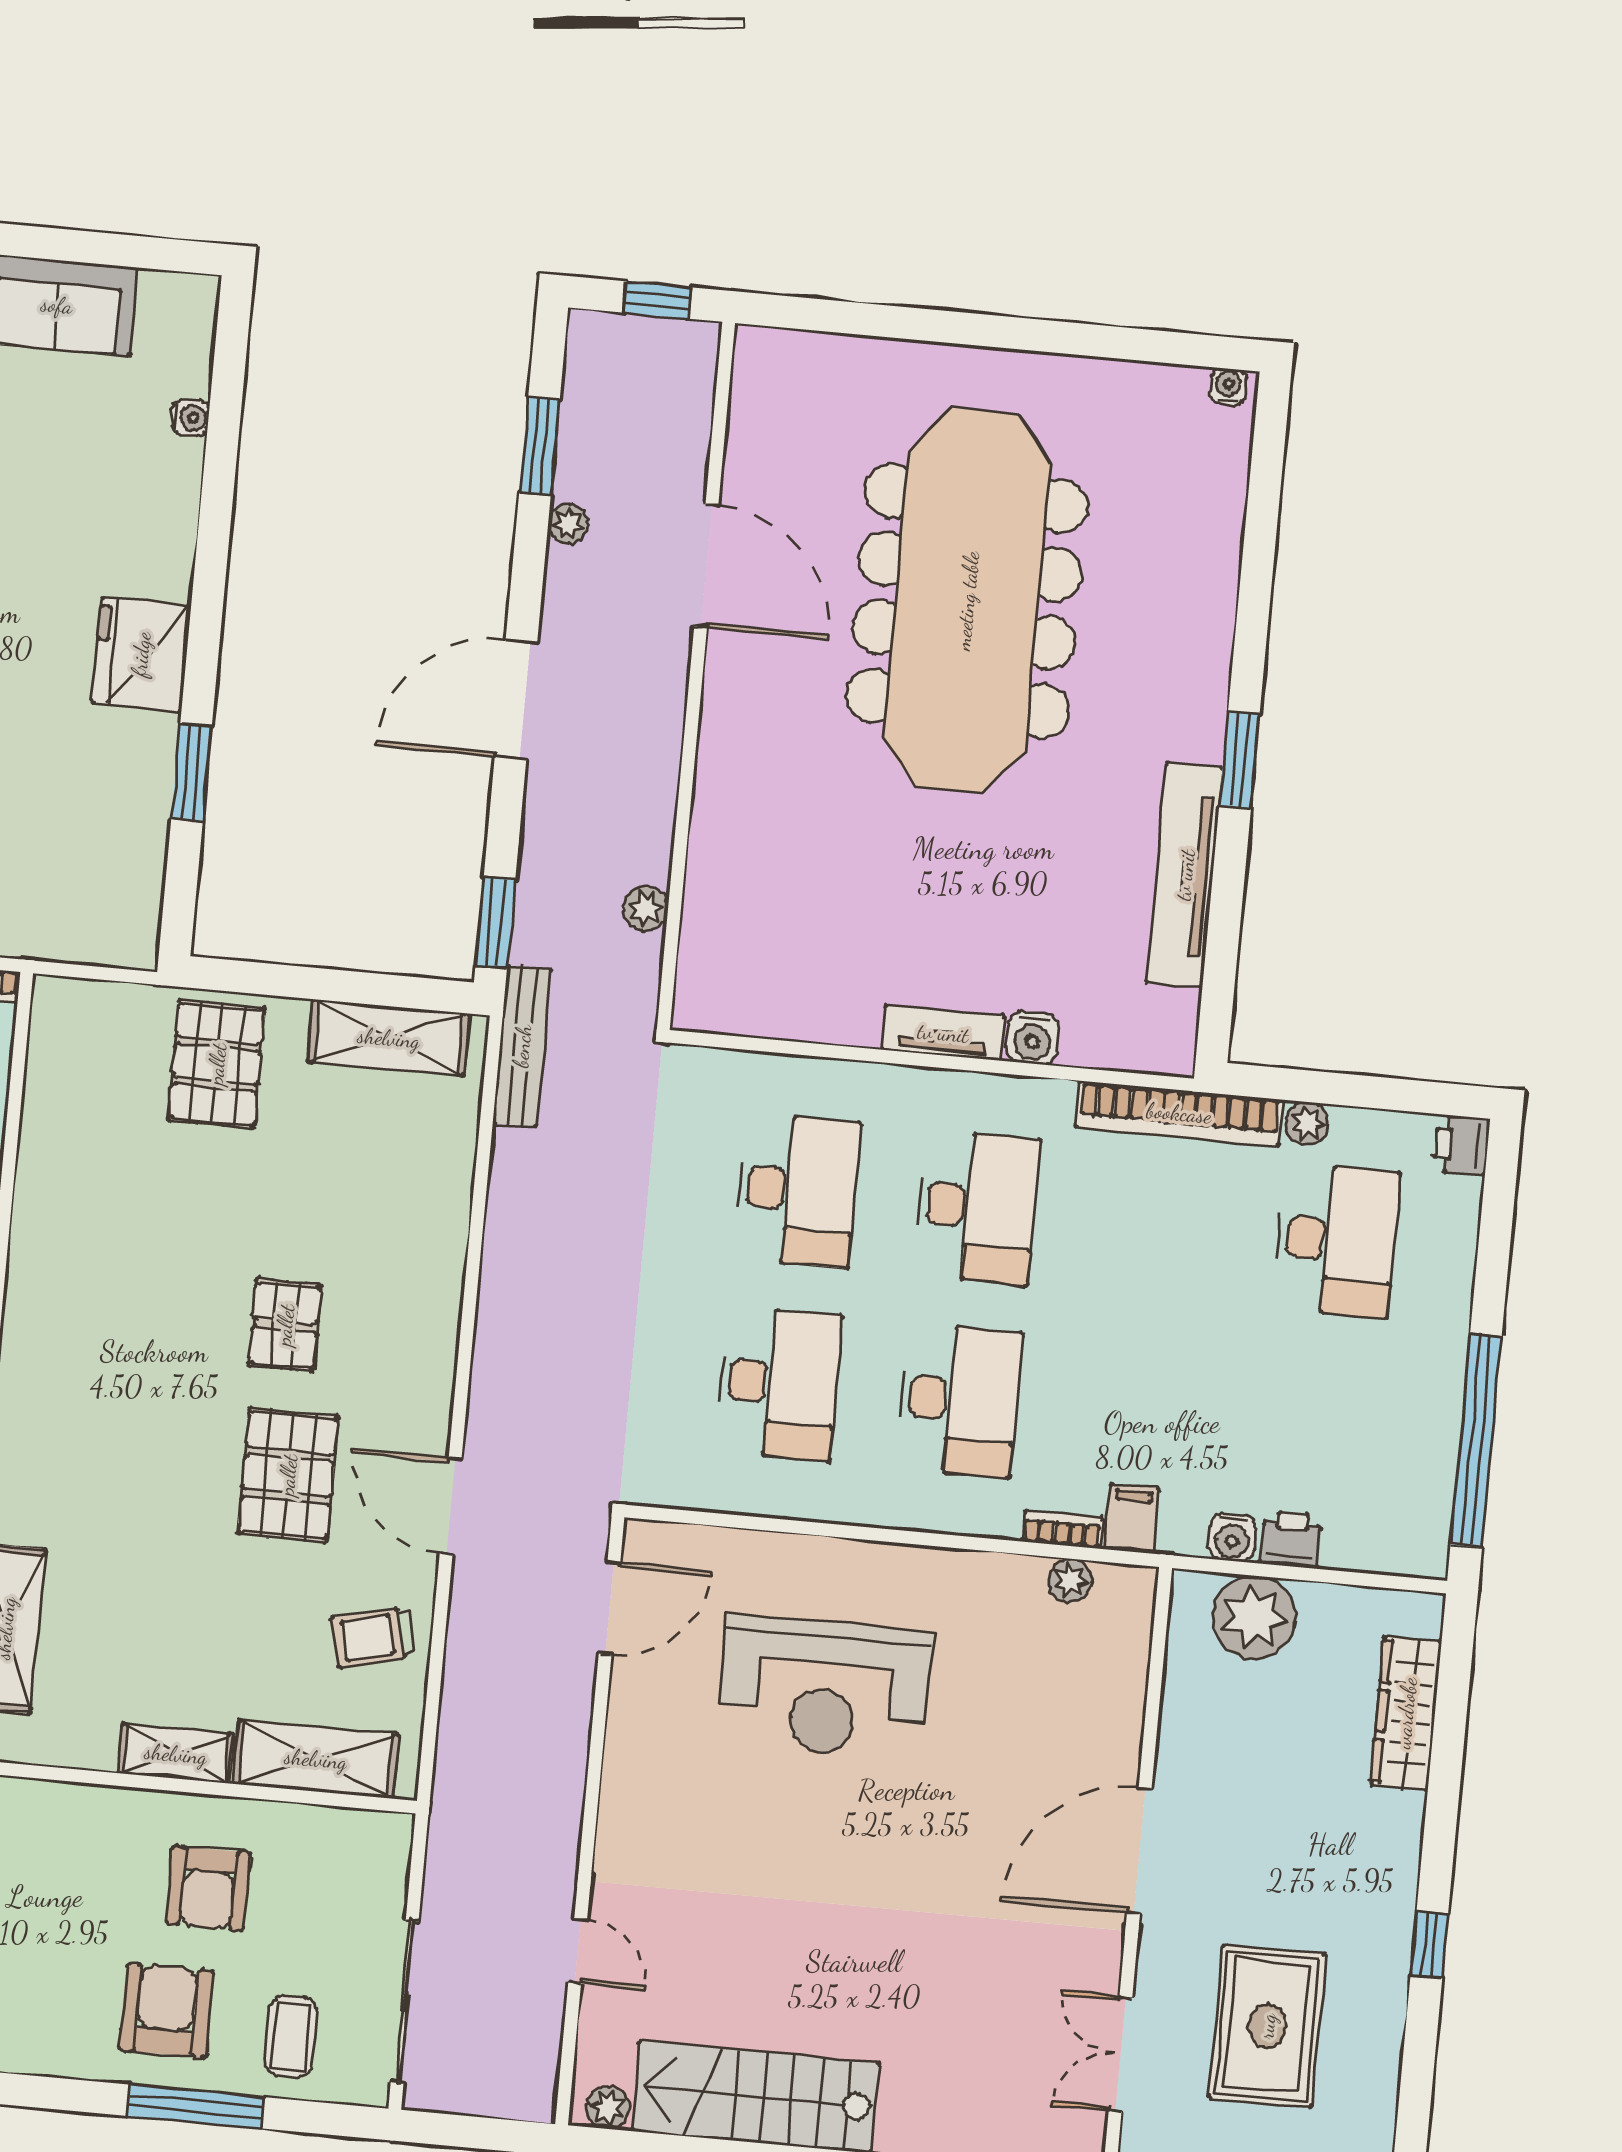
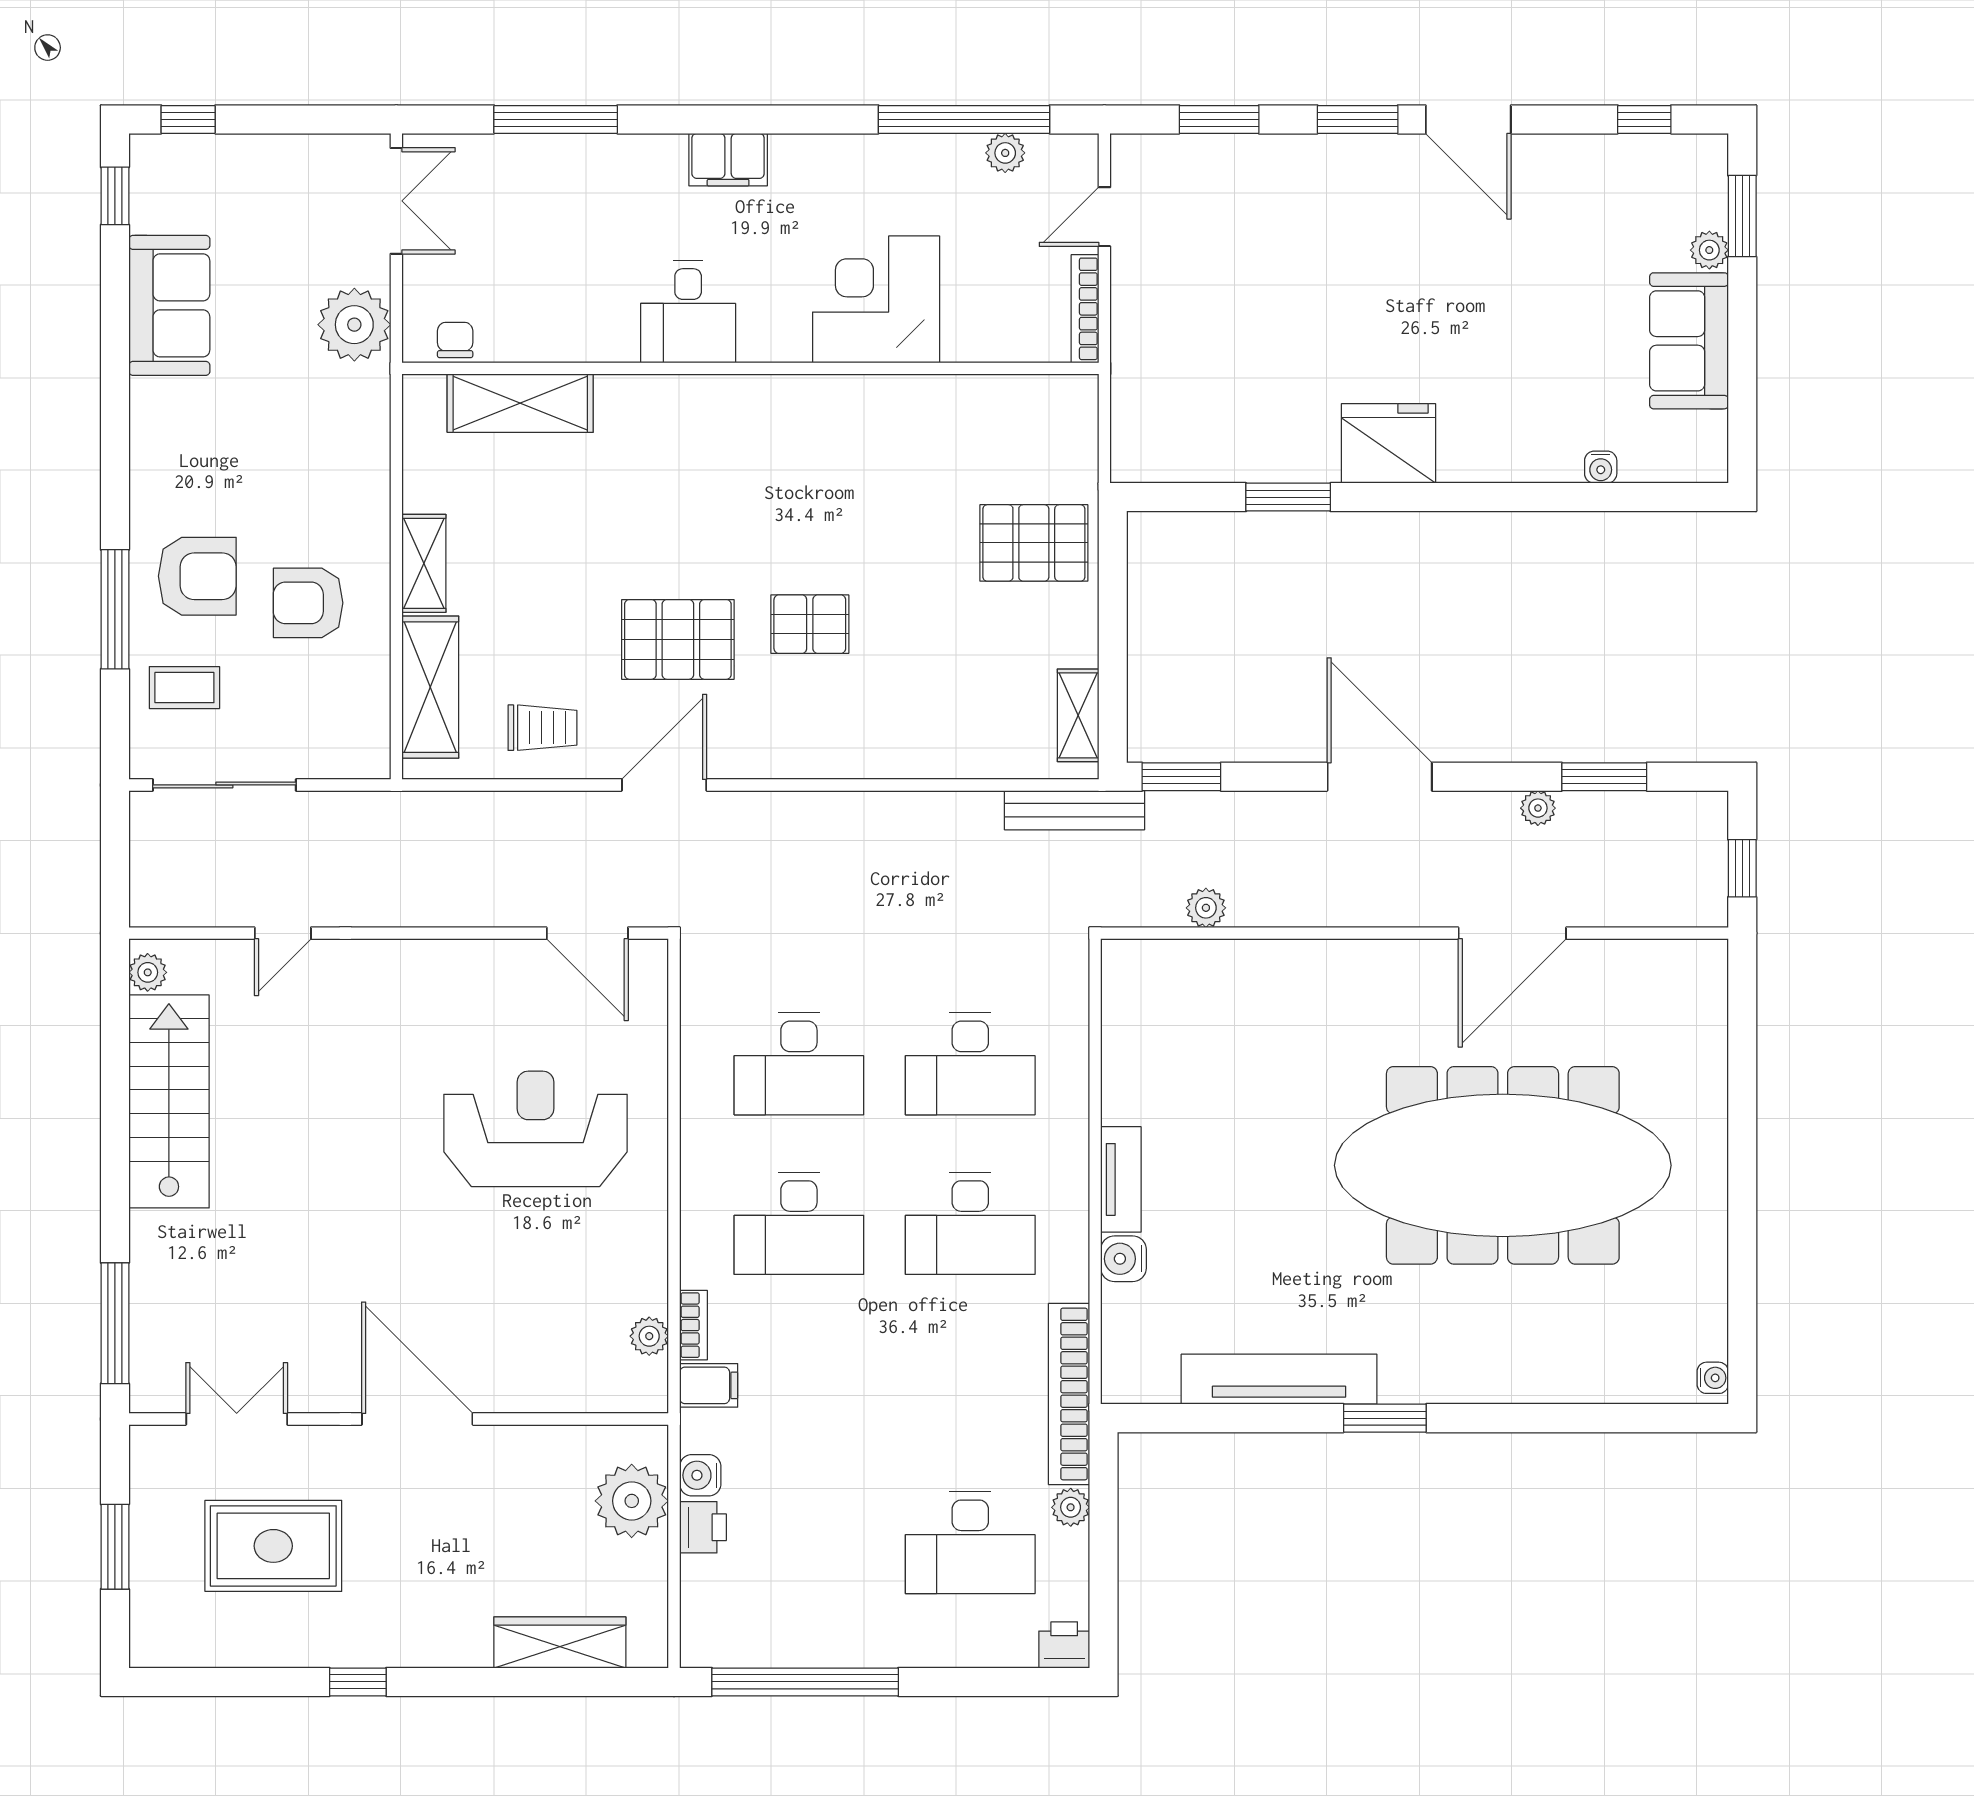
shelving: (389, 1038) -> (1078, 715), width x0.67, depth x0.75
trolley: (373, 1637) -> (542, 728), turned 104
reception desk: (825, 1687) -> (535, 1129), turned 90

